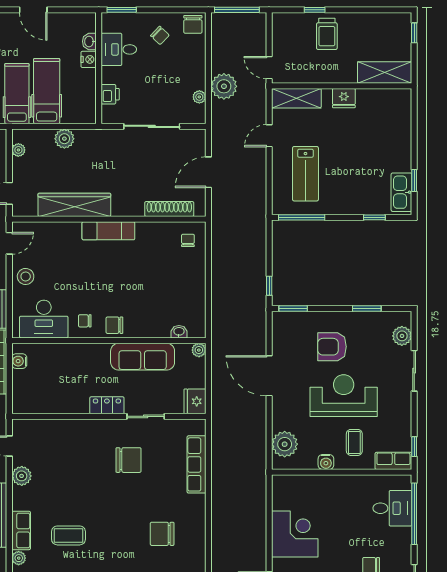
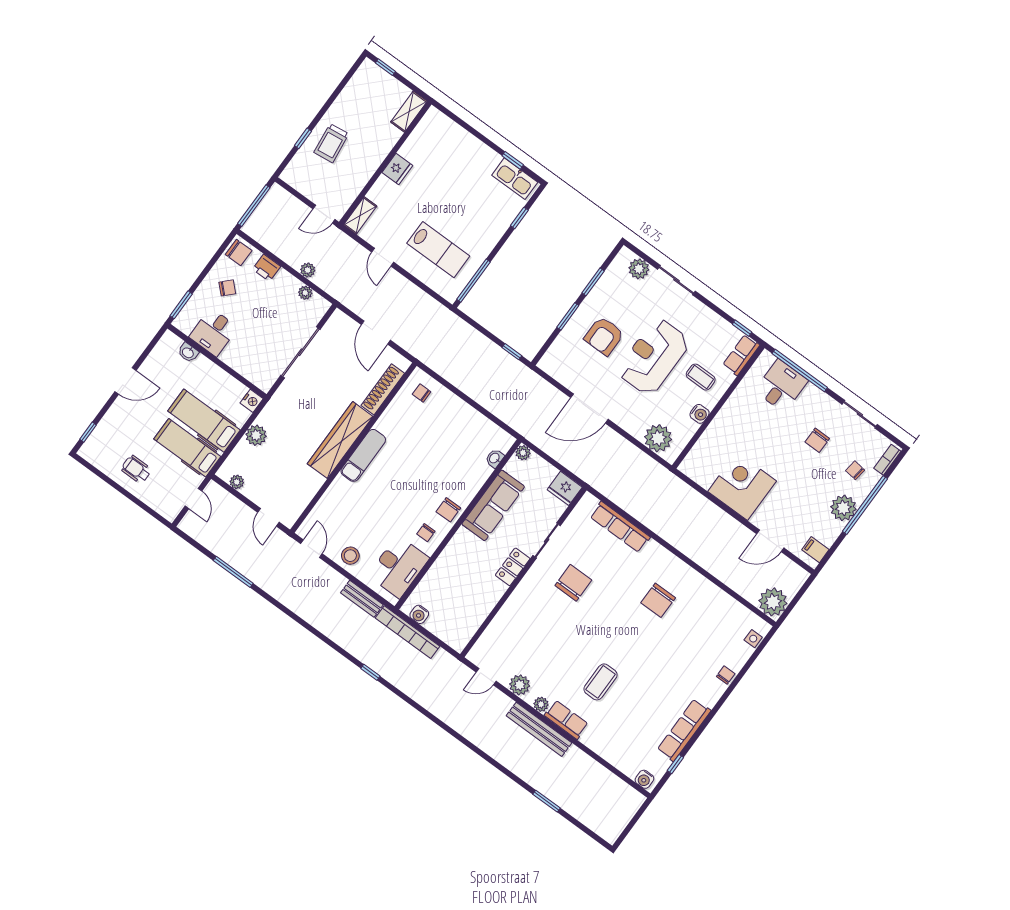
trolley: (327, 34) -> (331, 143), turned 83
nightstand: (89, 59) -> (252, 401), moved, turned 90
shelving: (385, 72) -> (409, 112), width x0.67, depth x0.75
plant: (224, 86) -> (308, 270), width x0.53, depth x0.53
printer: (110, 94) -> (267, 268), moved, turned 180
shelving: (296, 98) -> (360, 216), width x0.67, depth x0.75
wardrobe: (74, 205) -> (340, 440), moved
window: (293, 308) -> (568, 316), moved
plant: (19, 558) -> (541, 704), moved

